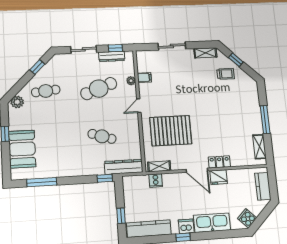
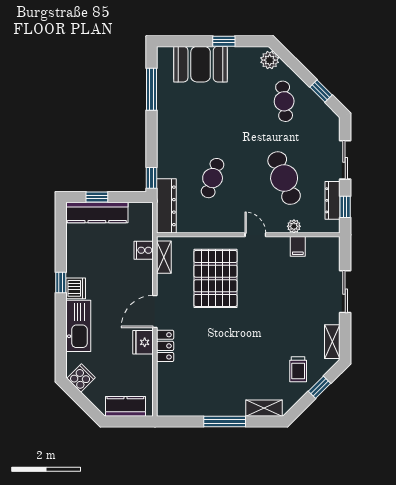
shelving: (259, 147) -> (264, 408), moved
kitchen counter: (149, 229) -> (97, 213), moved, turned 90

